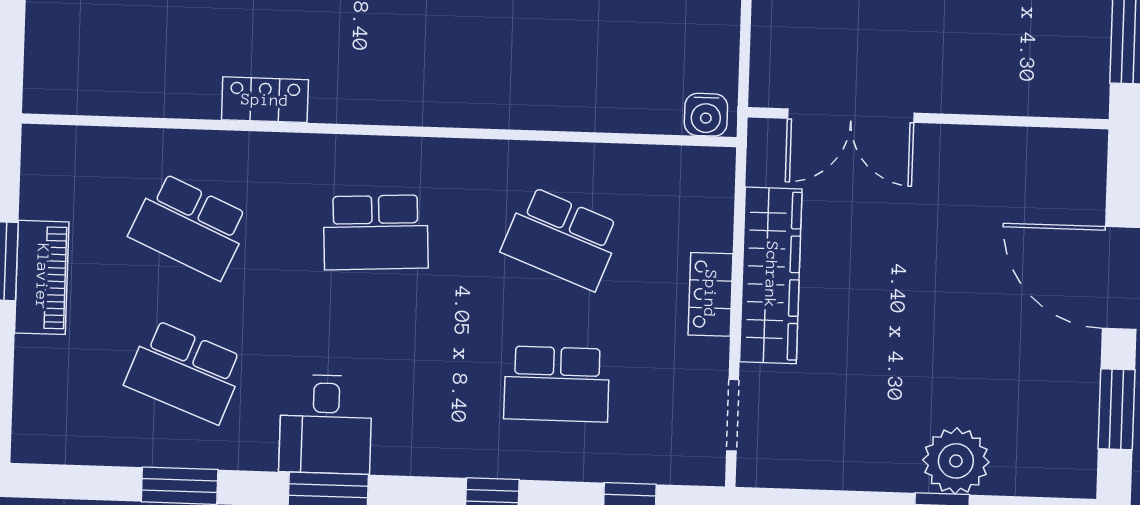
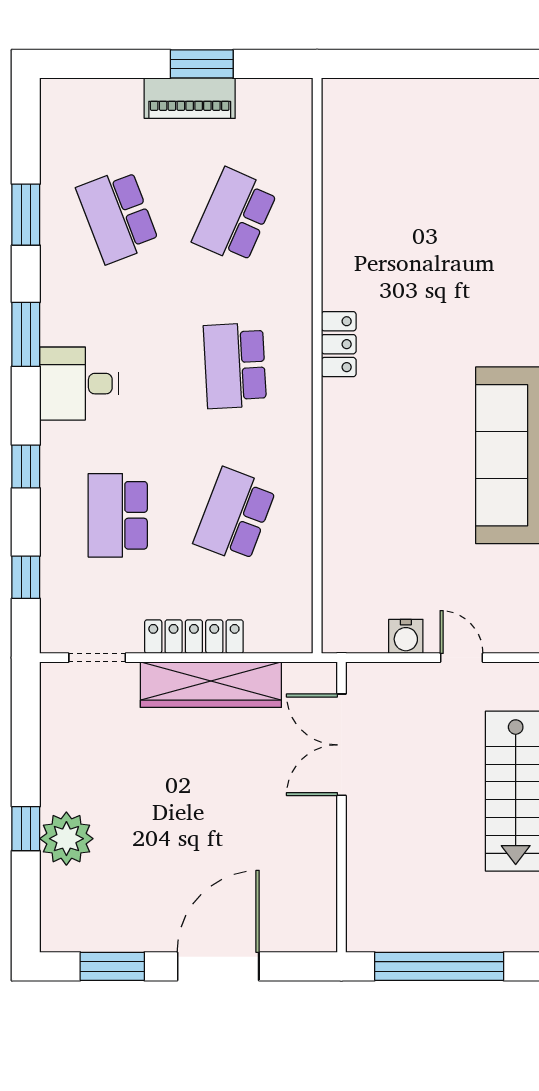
locker: (265, 100) -> (339, 344), moved
water cooler: (706, 115) -> (406, 636), moved, turned -90
locker: (710, 294) -> (194, 637), width x1.53
school desk: (185, 372) -> (118, 216), turned -42
desk: (326, 424) -> (79, 384), moved

